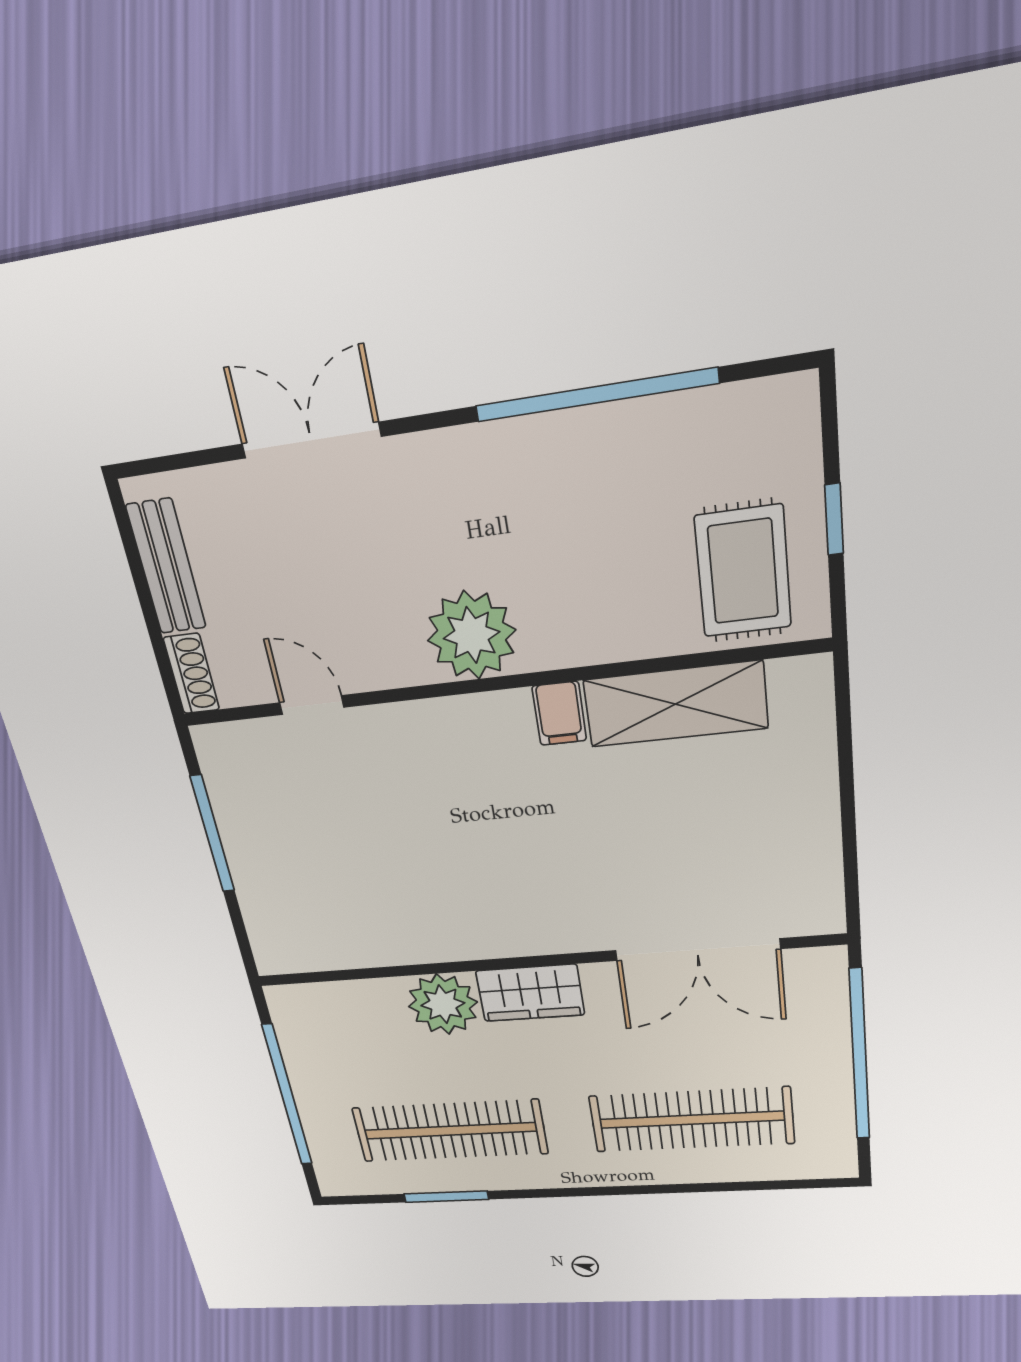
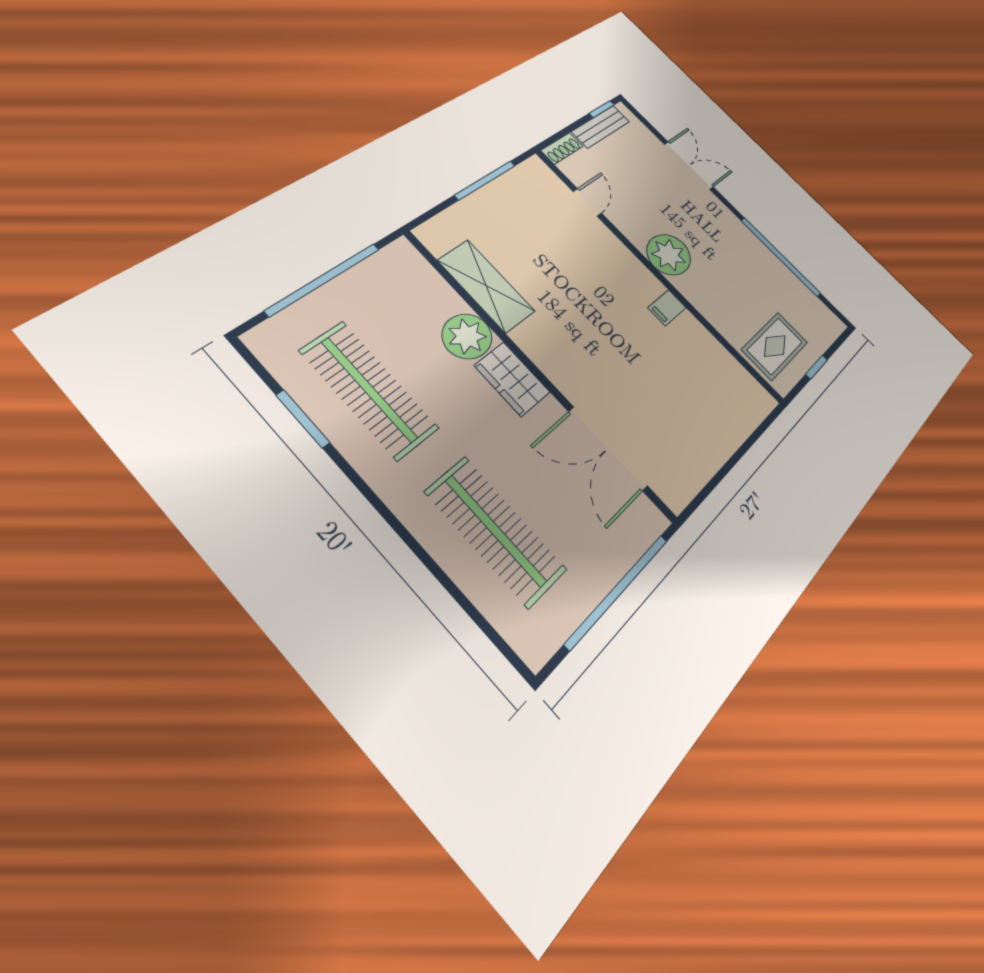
window: (127, 535) -> (602, 109), added
shelving: (675, 704) -> (486, 286), moved

